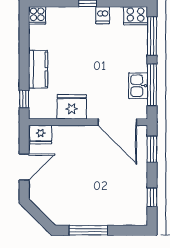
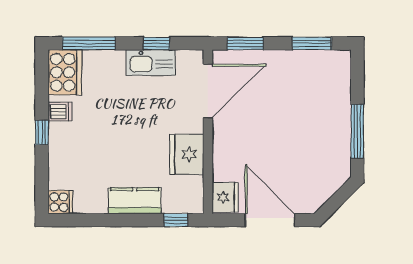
cooker: (135, 16) -> (65, 72), width x1.37, depth x1.31
window: (152, 85) -> (156, 43), width x0.46
kitchen sink: (138, 86) -> (151, 63), width x1.38
door: (24, 167) -> (270, 220), width x1.36
window: (152, 197) -> (312, 43), width x1.50

